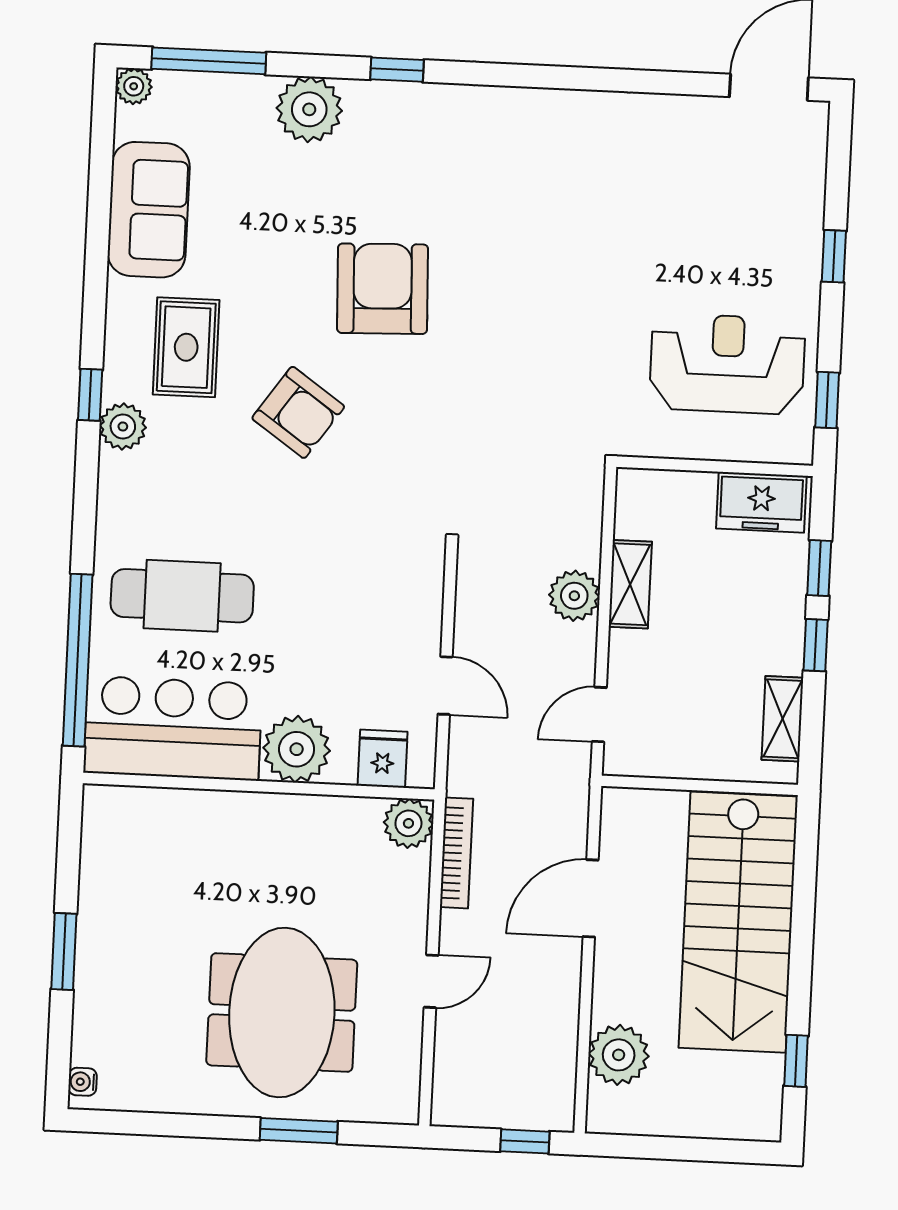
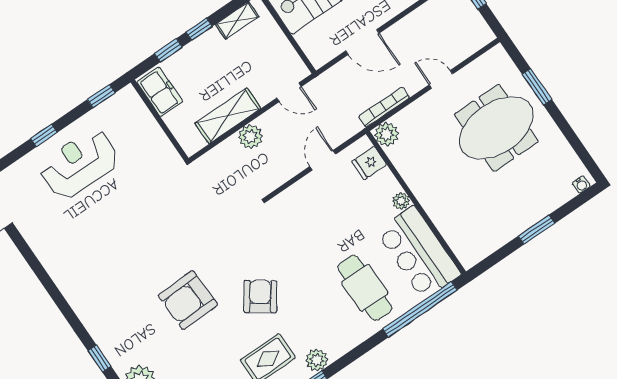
reception desk: (727, 364) -> (79, 164), moved, turned 90
shelving: (630, 584) -> (228, 116), width x1.50, depth x1.33
plant: (297, 749) -> (401, 201), width x0.53, depth x0.53

